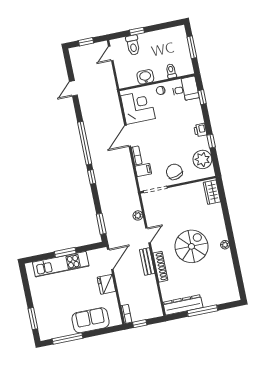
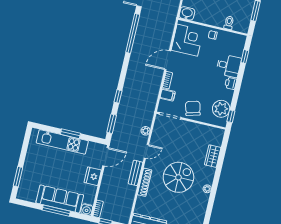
washbasin: (145, 77) -> (187, 13), moved
desk: (185, 89) -> (229, 66), moved
window: (211, 141) -> (231, 116), moved
window: (85, 143) -> (133, 33), moved
window: (92, 177) -> (118, 96), moved
wardrobe: (212, 192) -> (213, 156), moved
sofa: (91, 320) -> (60, 199), width x1.36
water cooler: (116, 320) -> (87, 210), added
window: (67, 339) -> (56, 211), moved

